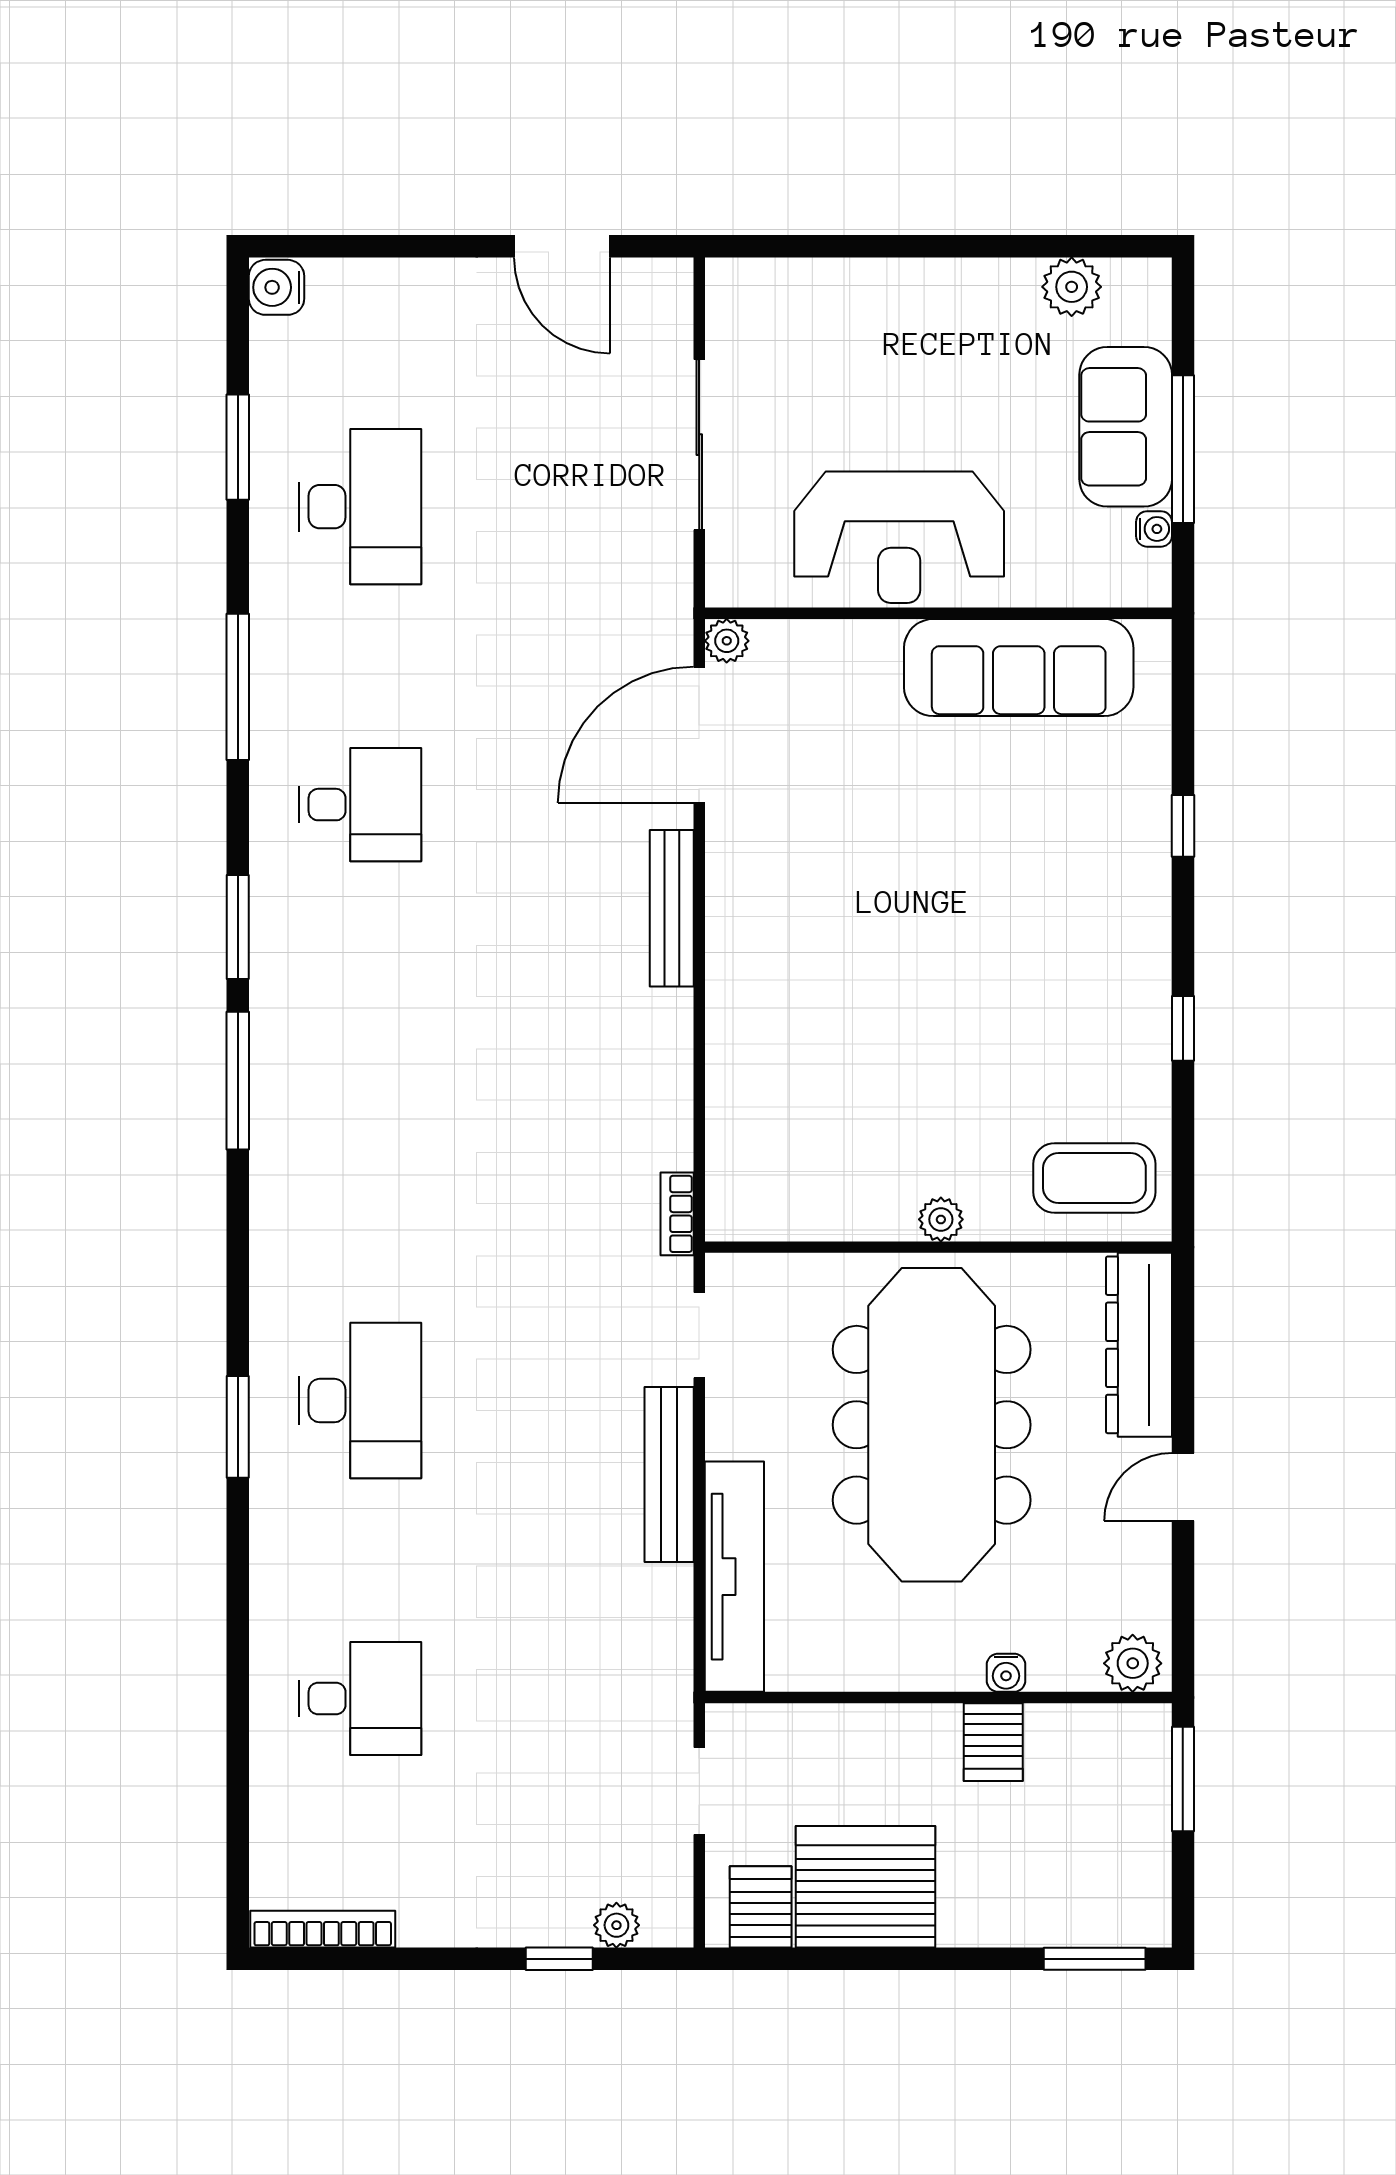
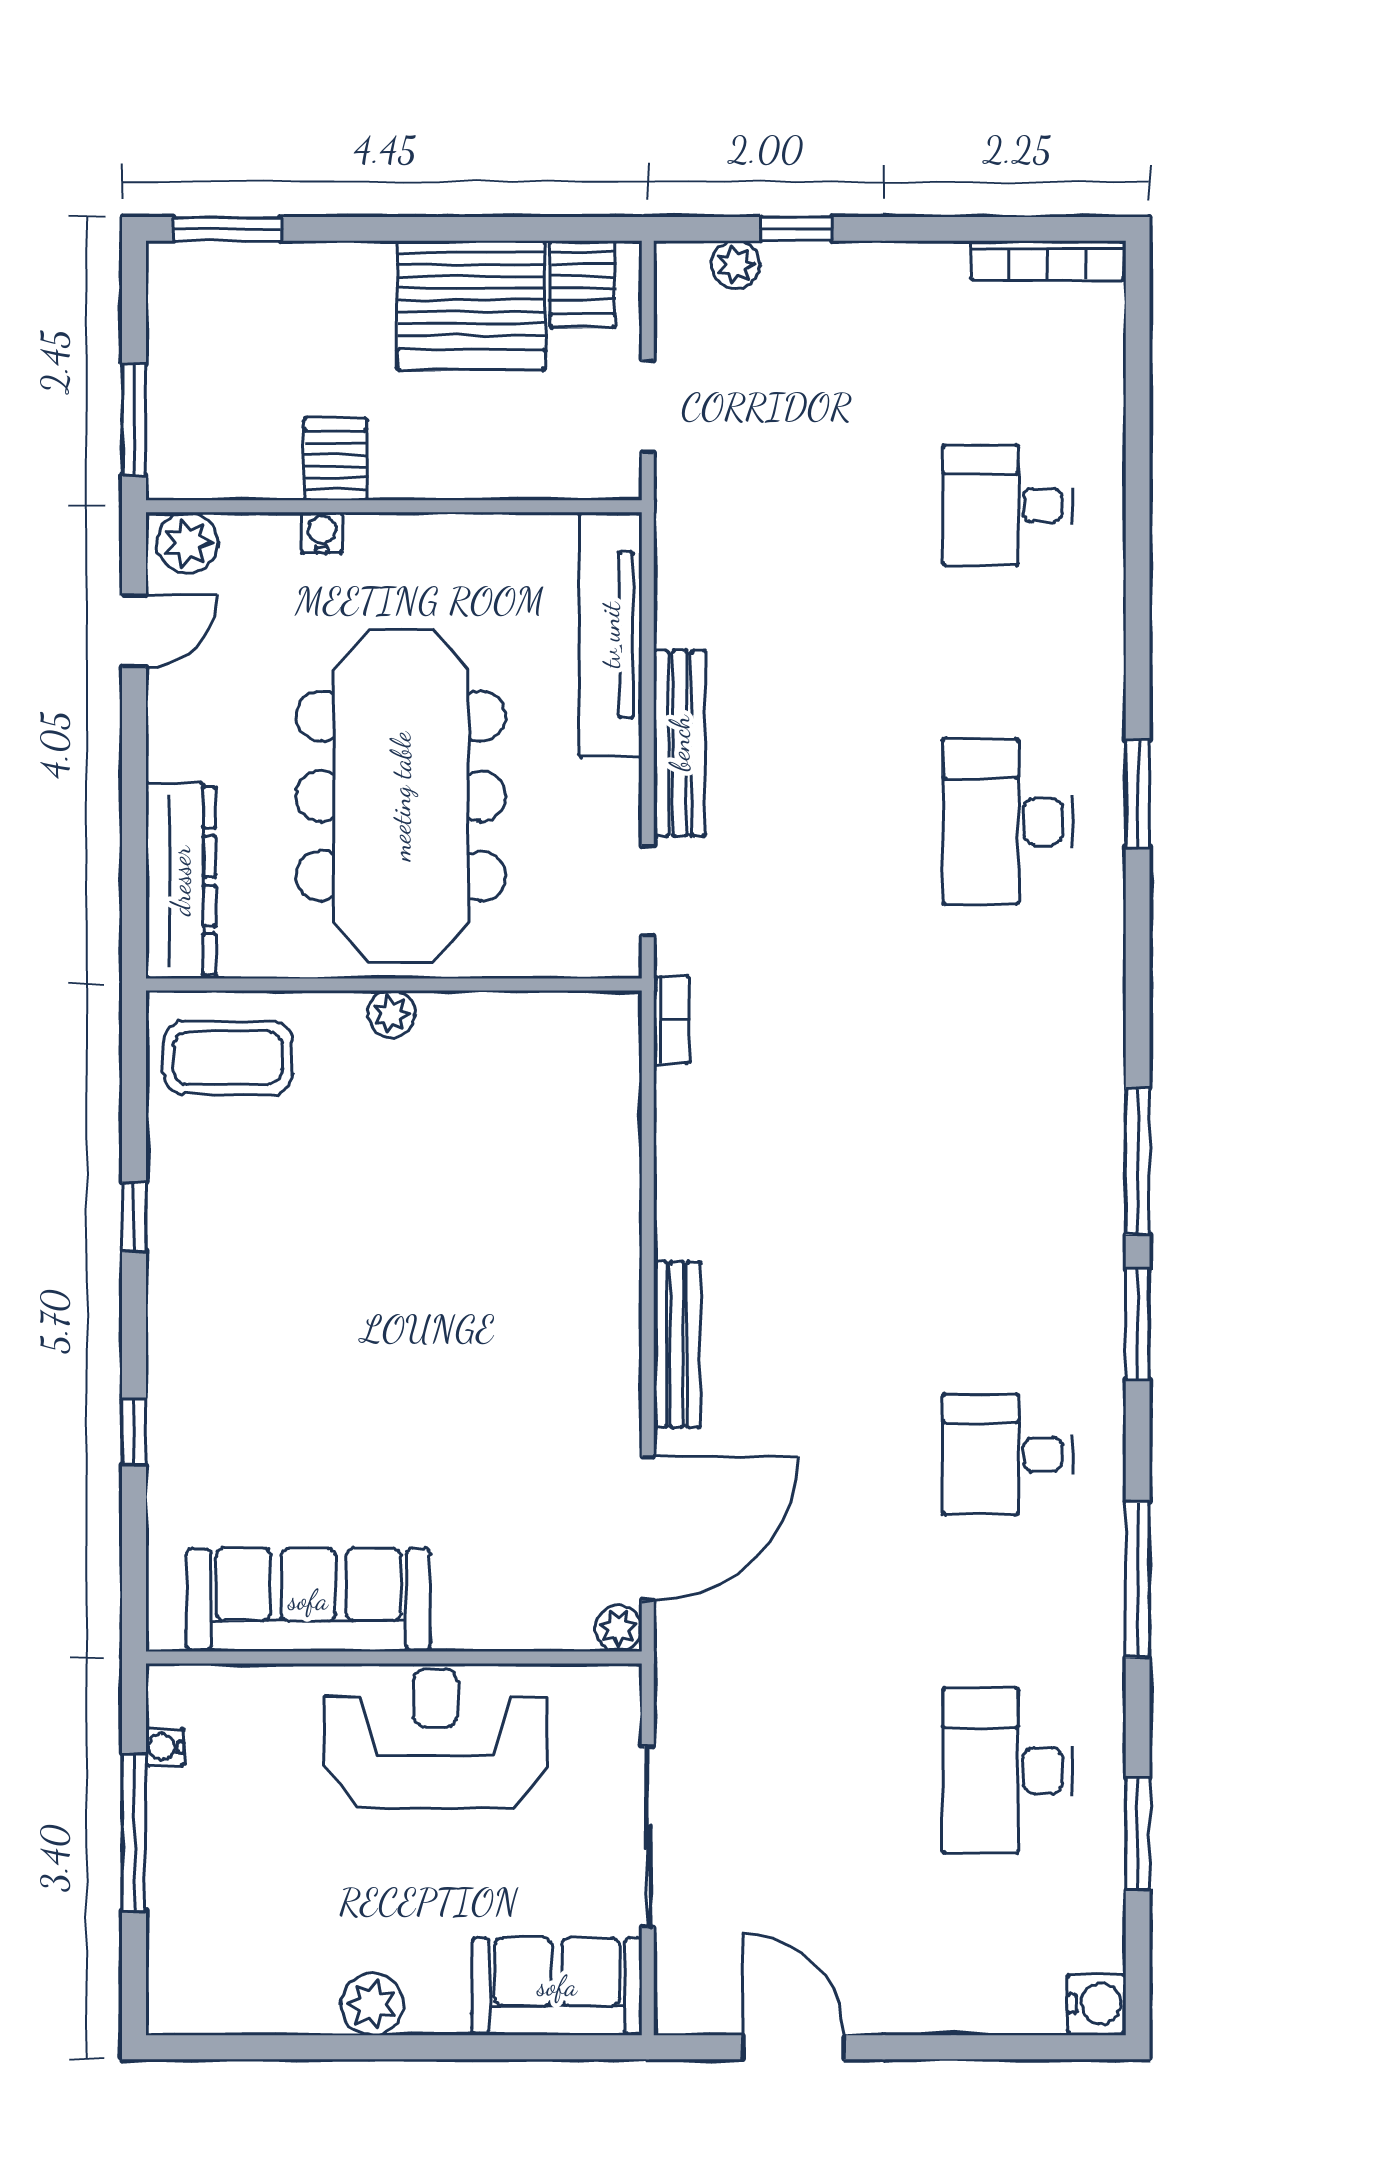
plant: (1072, 287) -> (372, 2004), moved
sofa: (1126, 427) -> (557, 1986), moved, turned -90
door: (1183, 1487) -> (134, 631), moved

